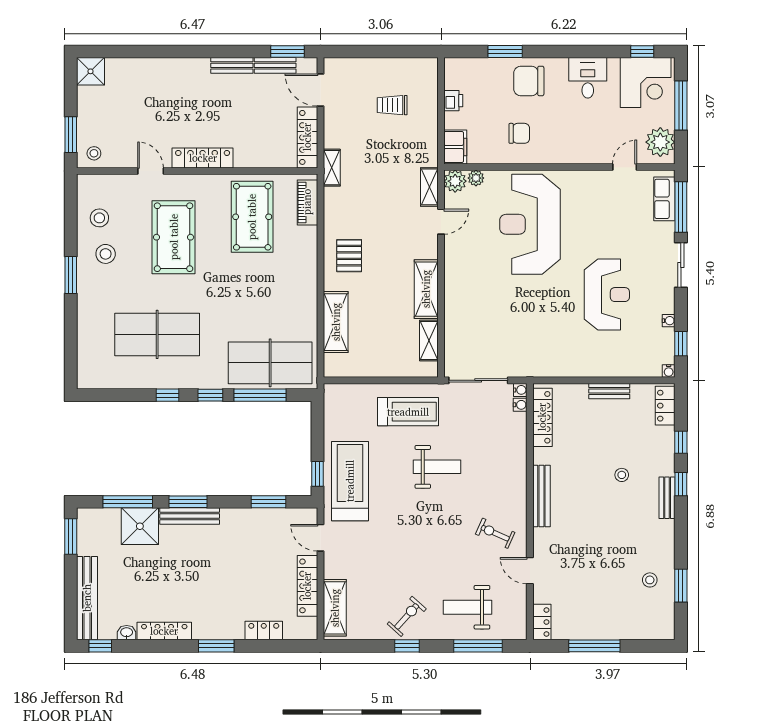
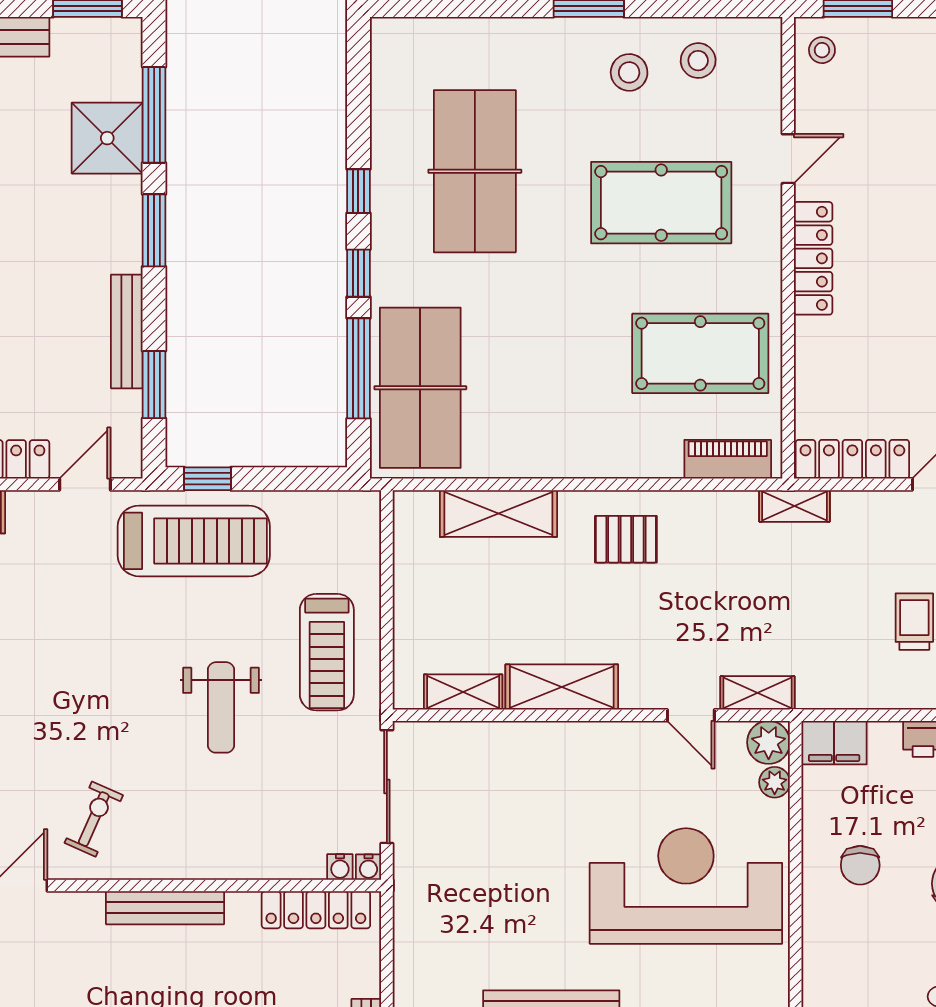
bench: (190, 516) -> (127, 331), moved

